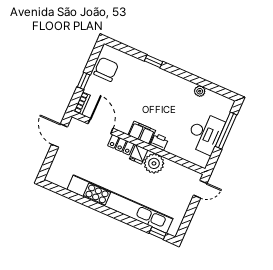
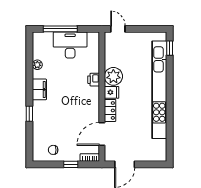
chair: (106, 69) -> (53, 150), width x0.54, depth x0.54
filing cabinet: (142, 133) -> (39, 89), moved, turned 180

